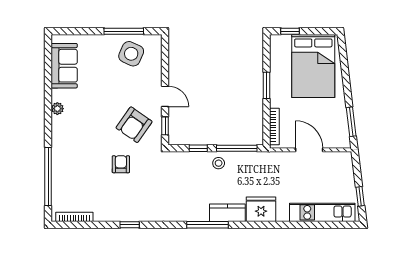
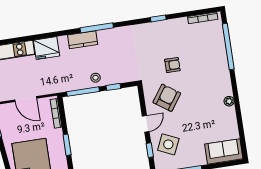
side table: (131, 54) -> (168, 144), moved
sofa: (64, 66) -> (224, 151), moved, turned 90
door: (165, 96) -> (146, 124), swing flipped
window: (165, 126) -> (150, 150), moved
armchair: (121, 164) -> (172, 65), turned -90
fridge: (261, 209) -> (47, 48), moved

